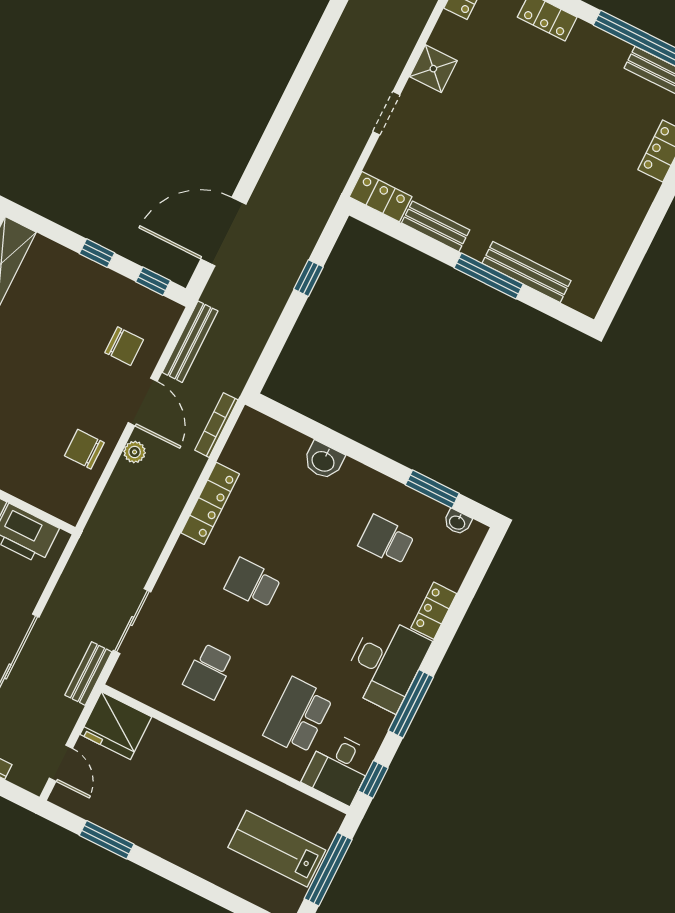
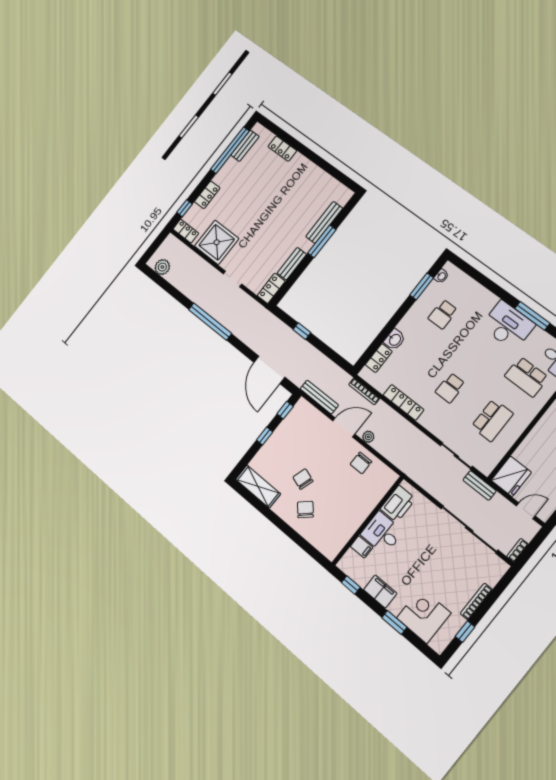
shower: (433, 69) -> (217, 242), width x1.86, depth x1.86
window: (295, 88) -> (210, 322), added
chair: (124, 346) -> (303, 479), moved, turned -72
locker: (434, 611) -> (379, 358), moved, turned -90
school desk: (209, 671) -> (492, 420), width x1.85

